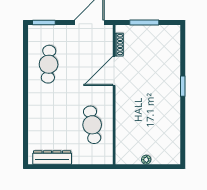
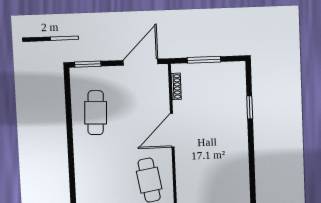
door: (114, 71) -> (172, 130), moved
window: (183, 86) -> (250, 107), moved

